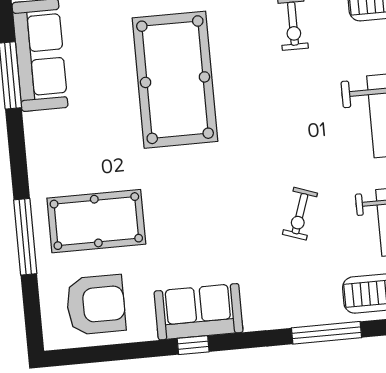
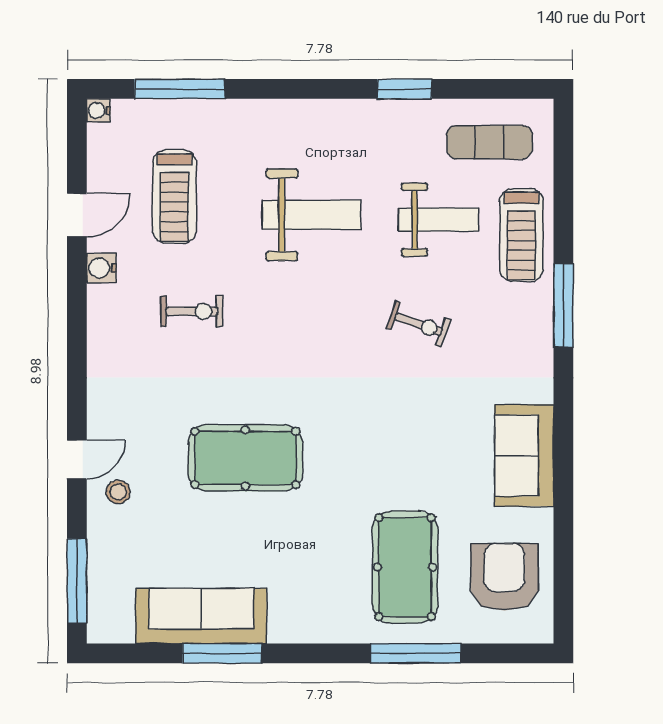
pool table: (175, 80) -> (245, 458), width x0.73, depth x0.76
window: (193, 345) -> (563, 466), removed

